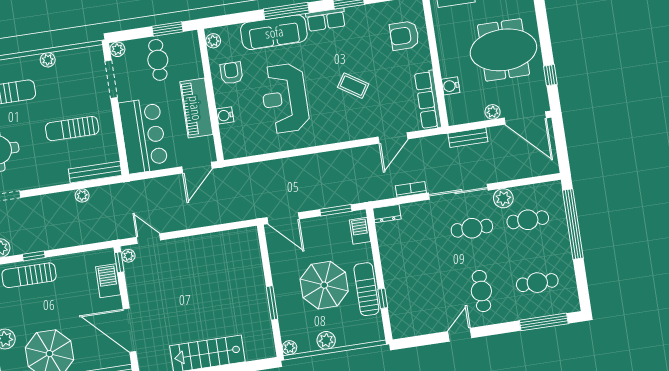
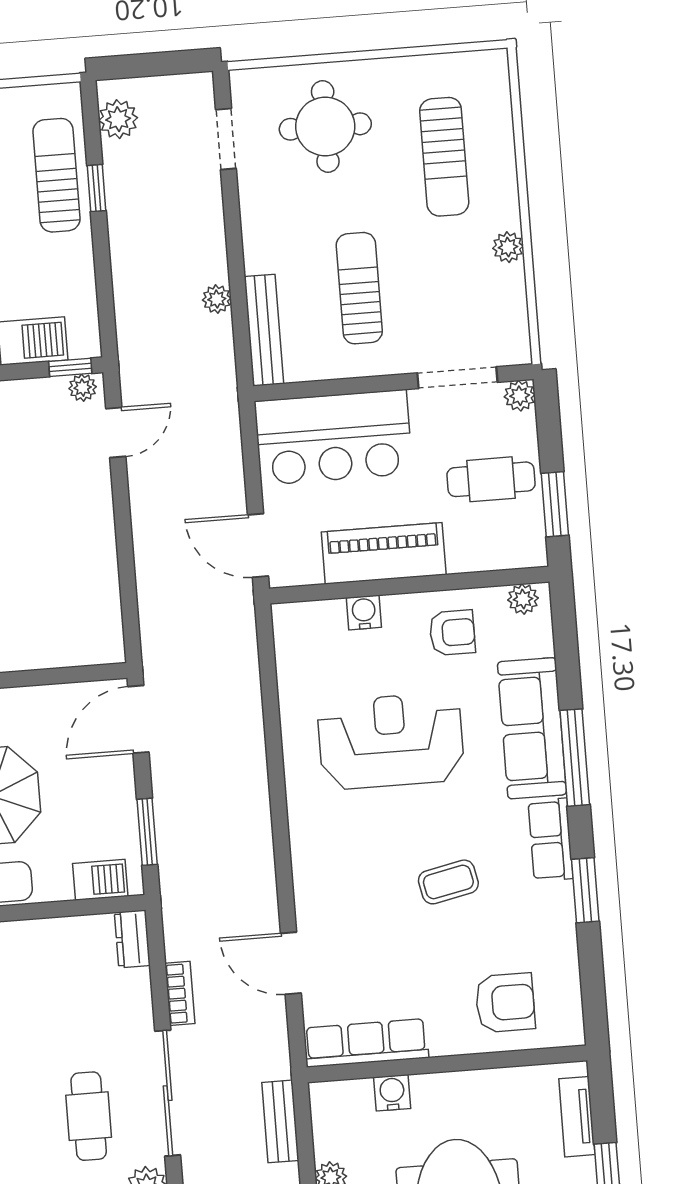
armchair: (404, 36) -> (505, 1003), turned 90
coffee table: (353, 86) -> (448, 882), moved, turned 45

